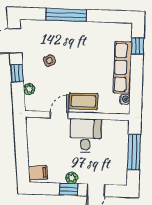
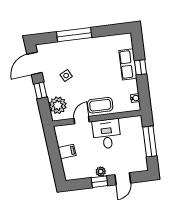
window: (137, 46) -> (141, 67), moved
row of seats: (123, 67) -> (128, 64), width x0.68
plant: (29, 89) -> (58, 105), width x1.87, depth x1.87
filing cabinet: (38, 173) -> (67, 152), moved

